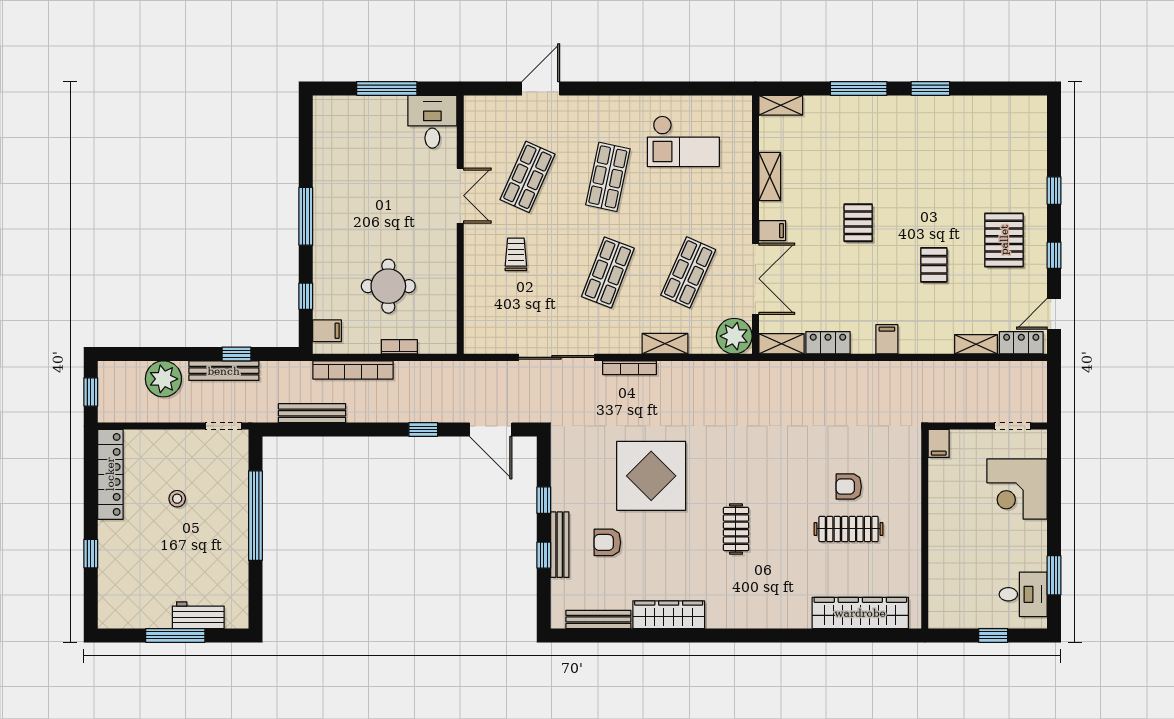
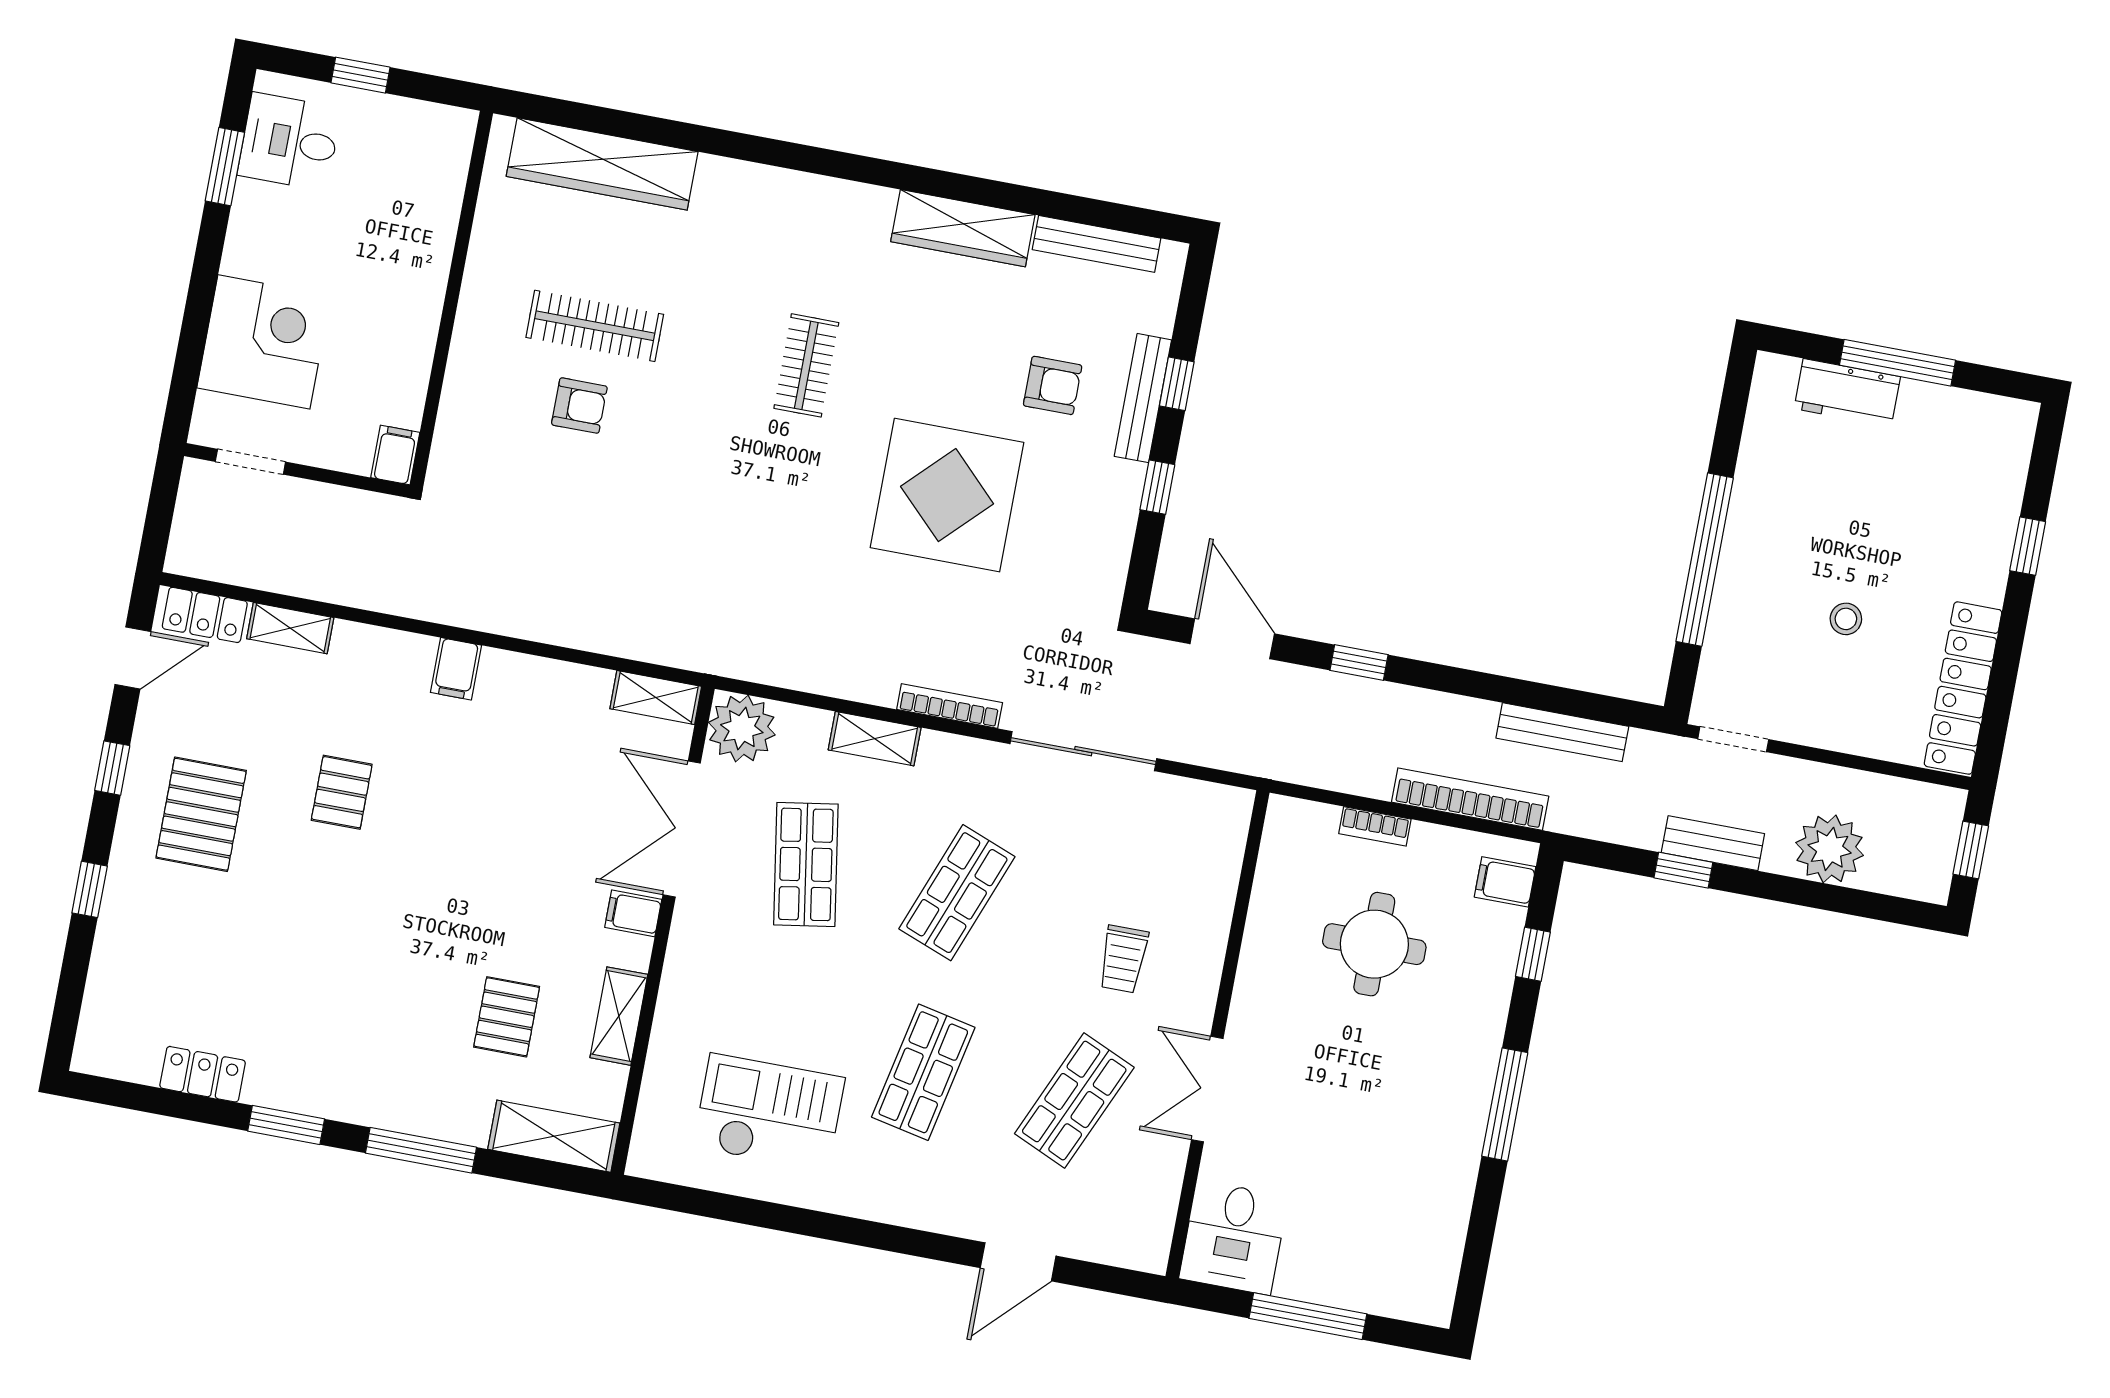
shelving: (781, 105) -> (554, 1136), width x1.50, depth x1.33
pallet: (858, 223) -> (507, 1017), moved
shop shelf: (688, 272) -> (806, 864), turned -33
locker: (828, 343) -> (203, 1074), moved, turned 180
bench: (224, 371) -> (1713, 843), width x0.73

